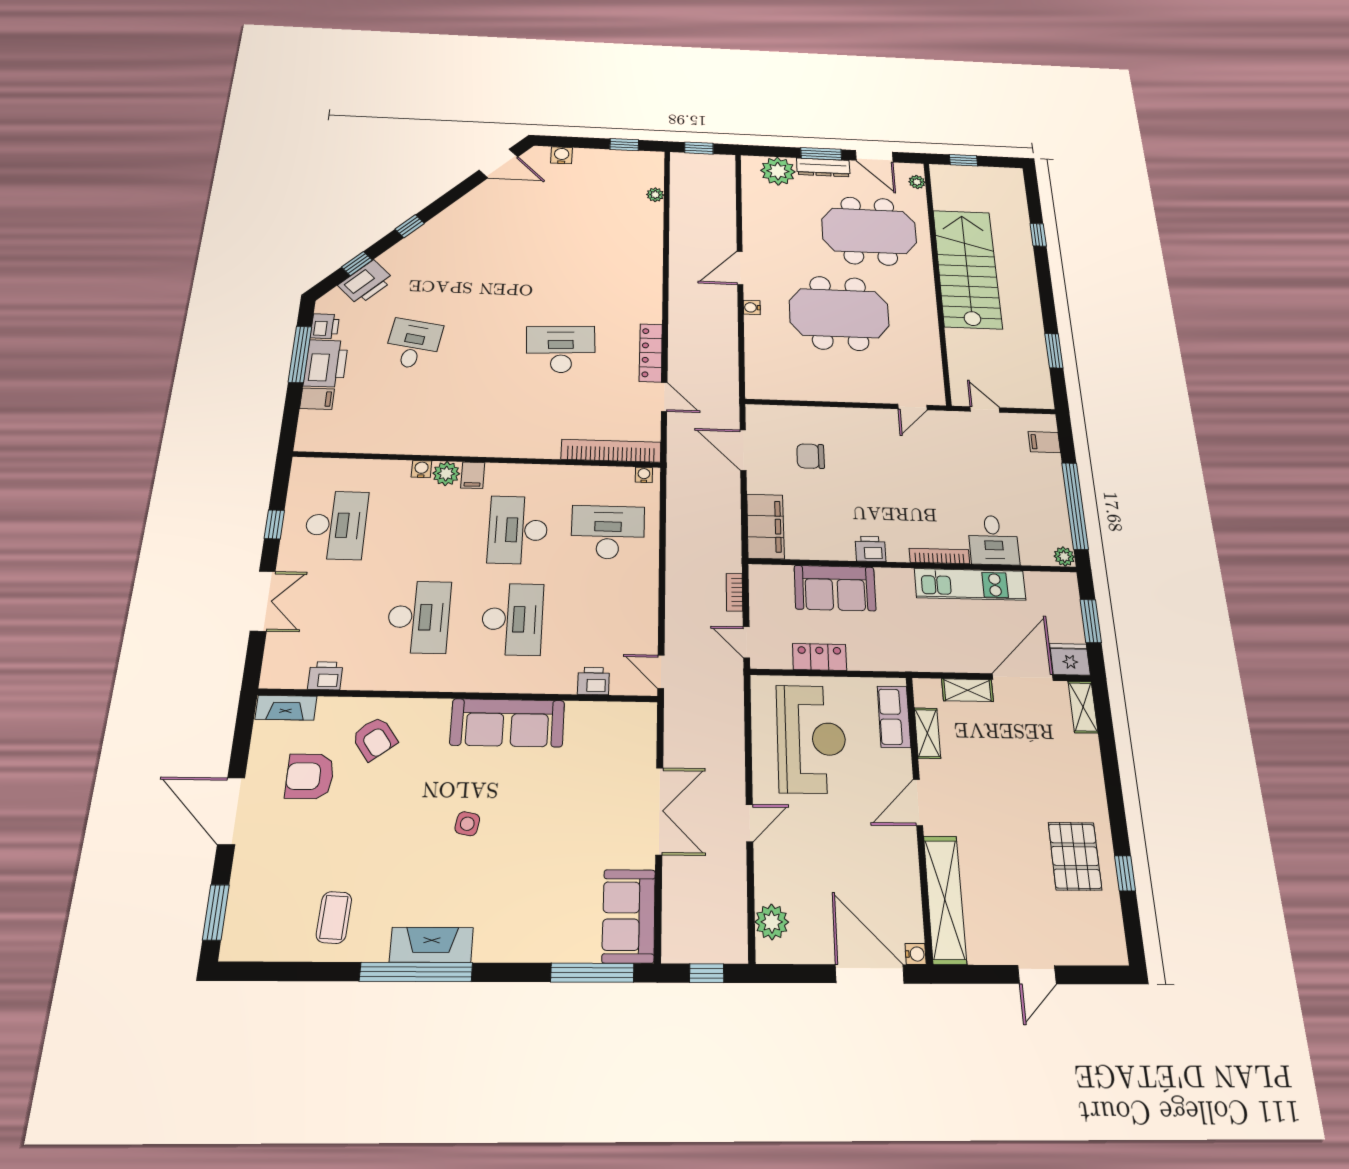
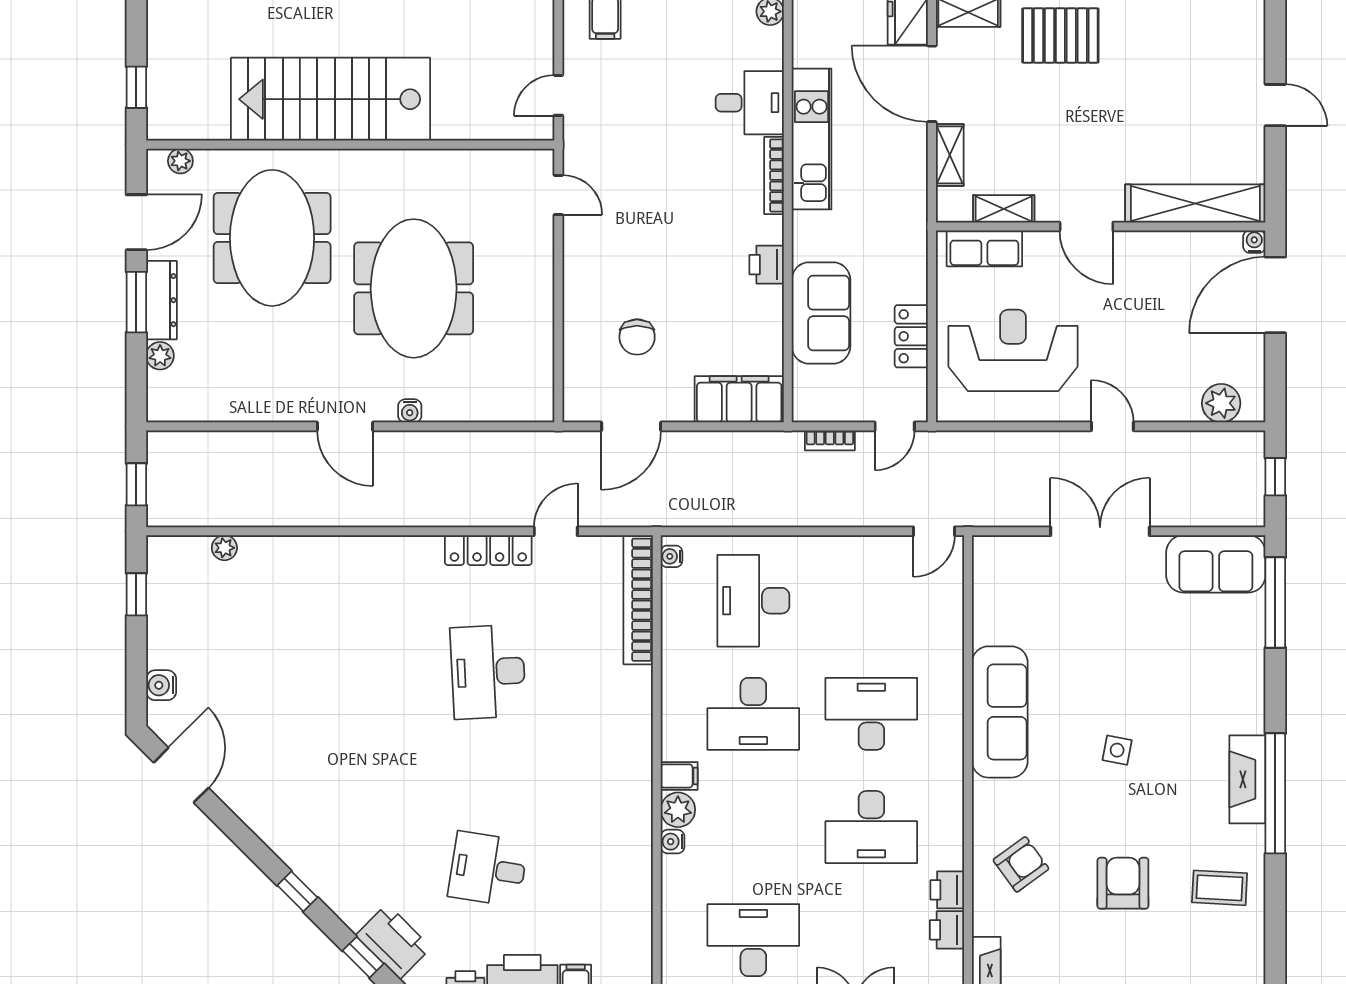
plant: (778, 171) -> (160, 356), width x0.53, depth x0.53
desk: (419, 617) -> (871, 827), turned 180
printer: (593, 681) -> (947, 890), moved
armchair: (310, 776) -> (1123, 883), moved, turned 180
pallet: (1075, 856) -> (1060, 35), moved

